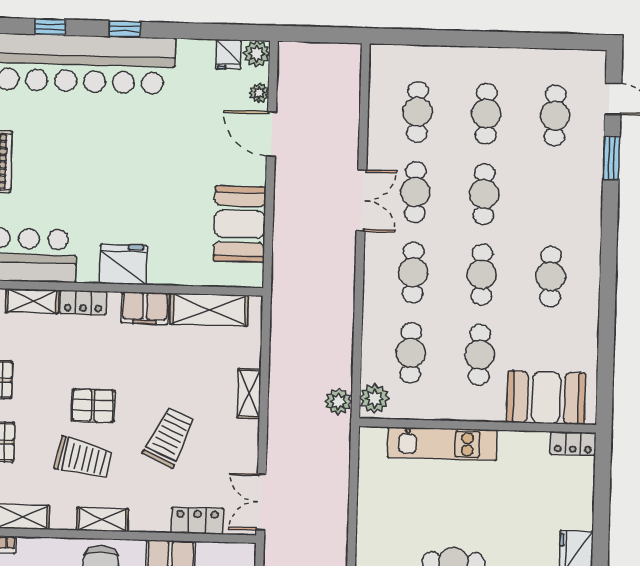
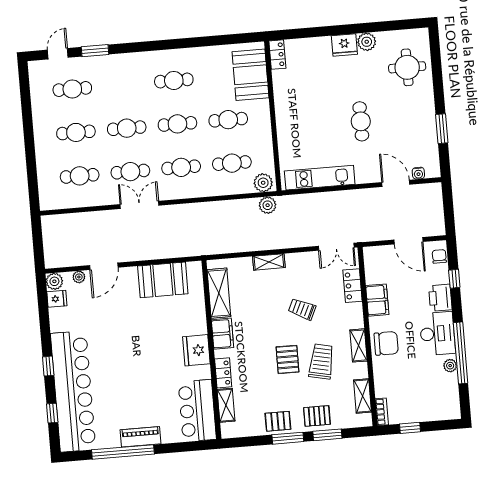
trolley: (169, 437) -> (302, 309), width x0.73, depth x0.72
kitchen unit: (442, 444) -> (320, 178), moved, turned -90

